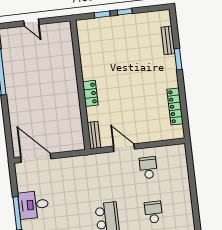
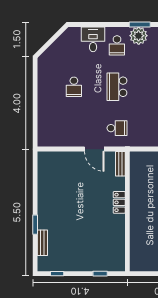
window: (125, 12) -> (57, 274), moved
locker: (175, 106) -> (43, 181), removed
school desk: (148, 168) -> (117, 128), moved, turned -90

